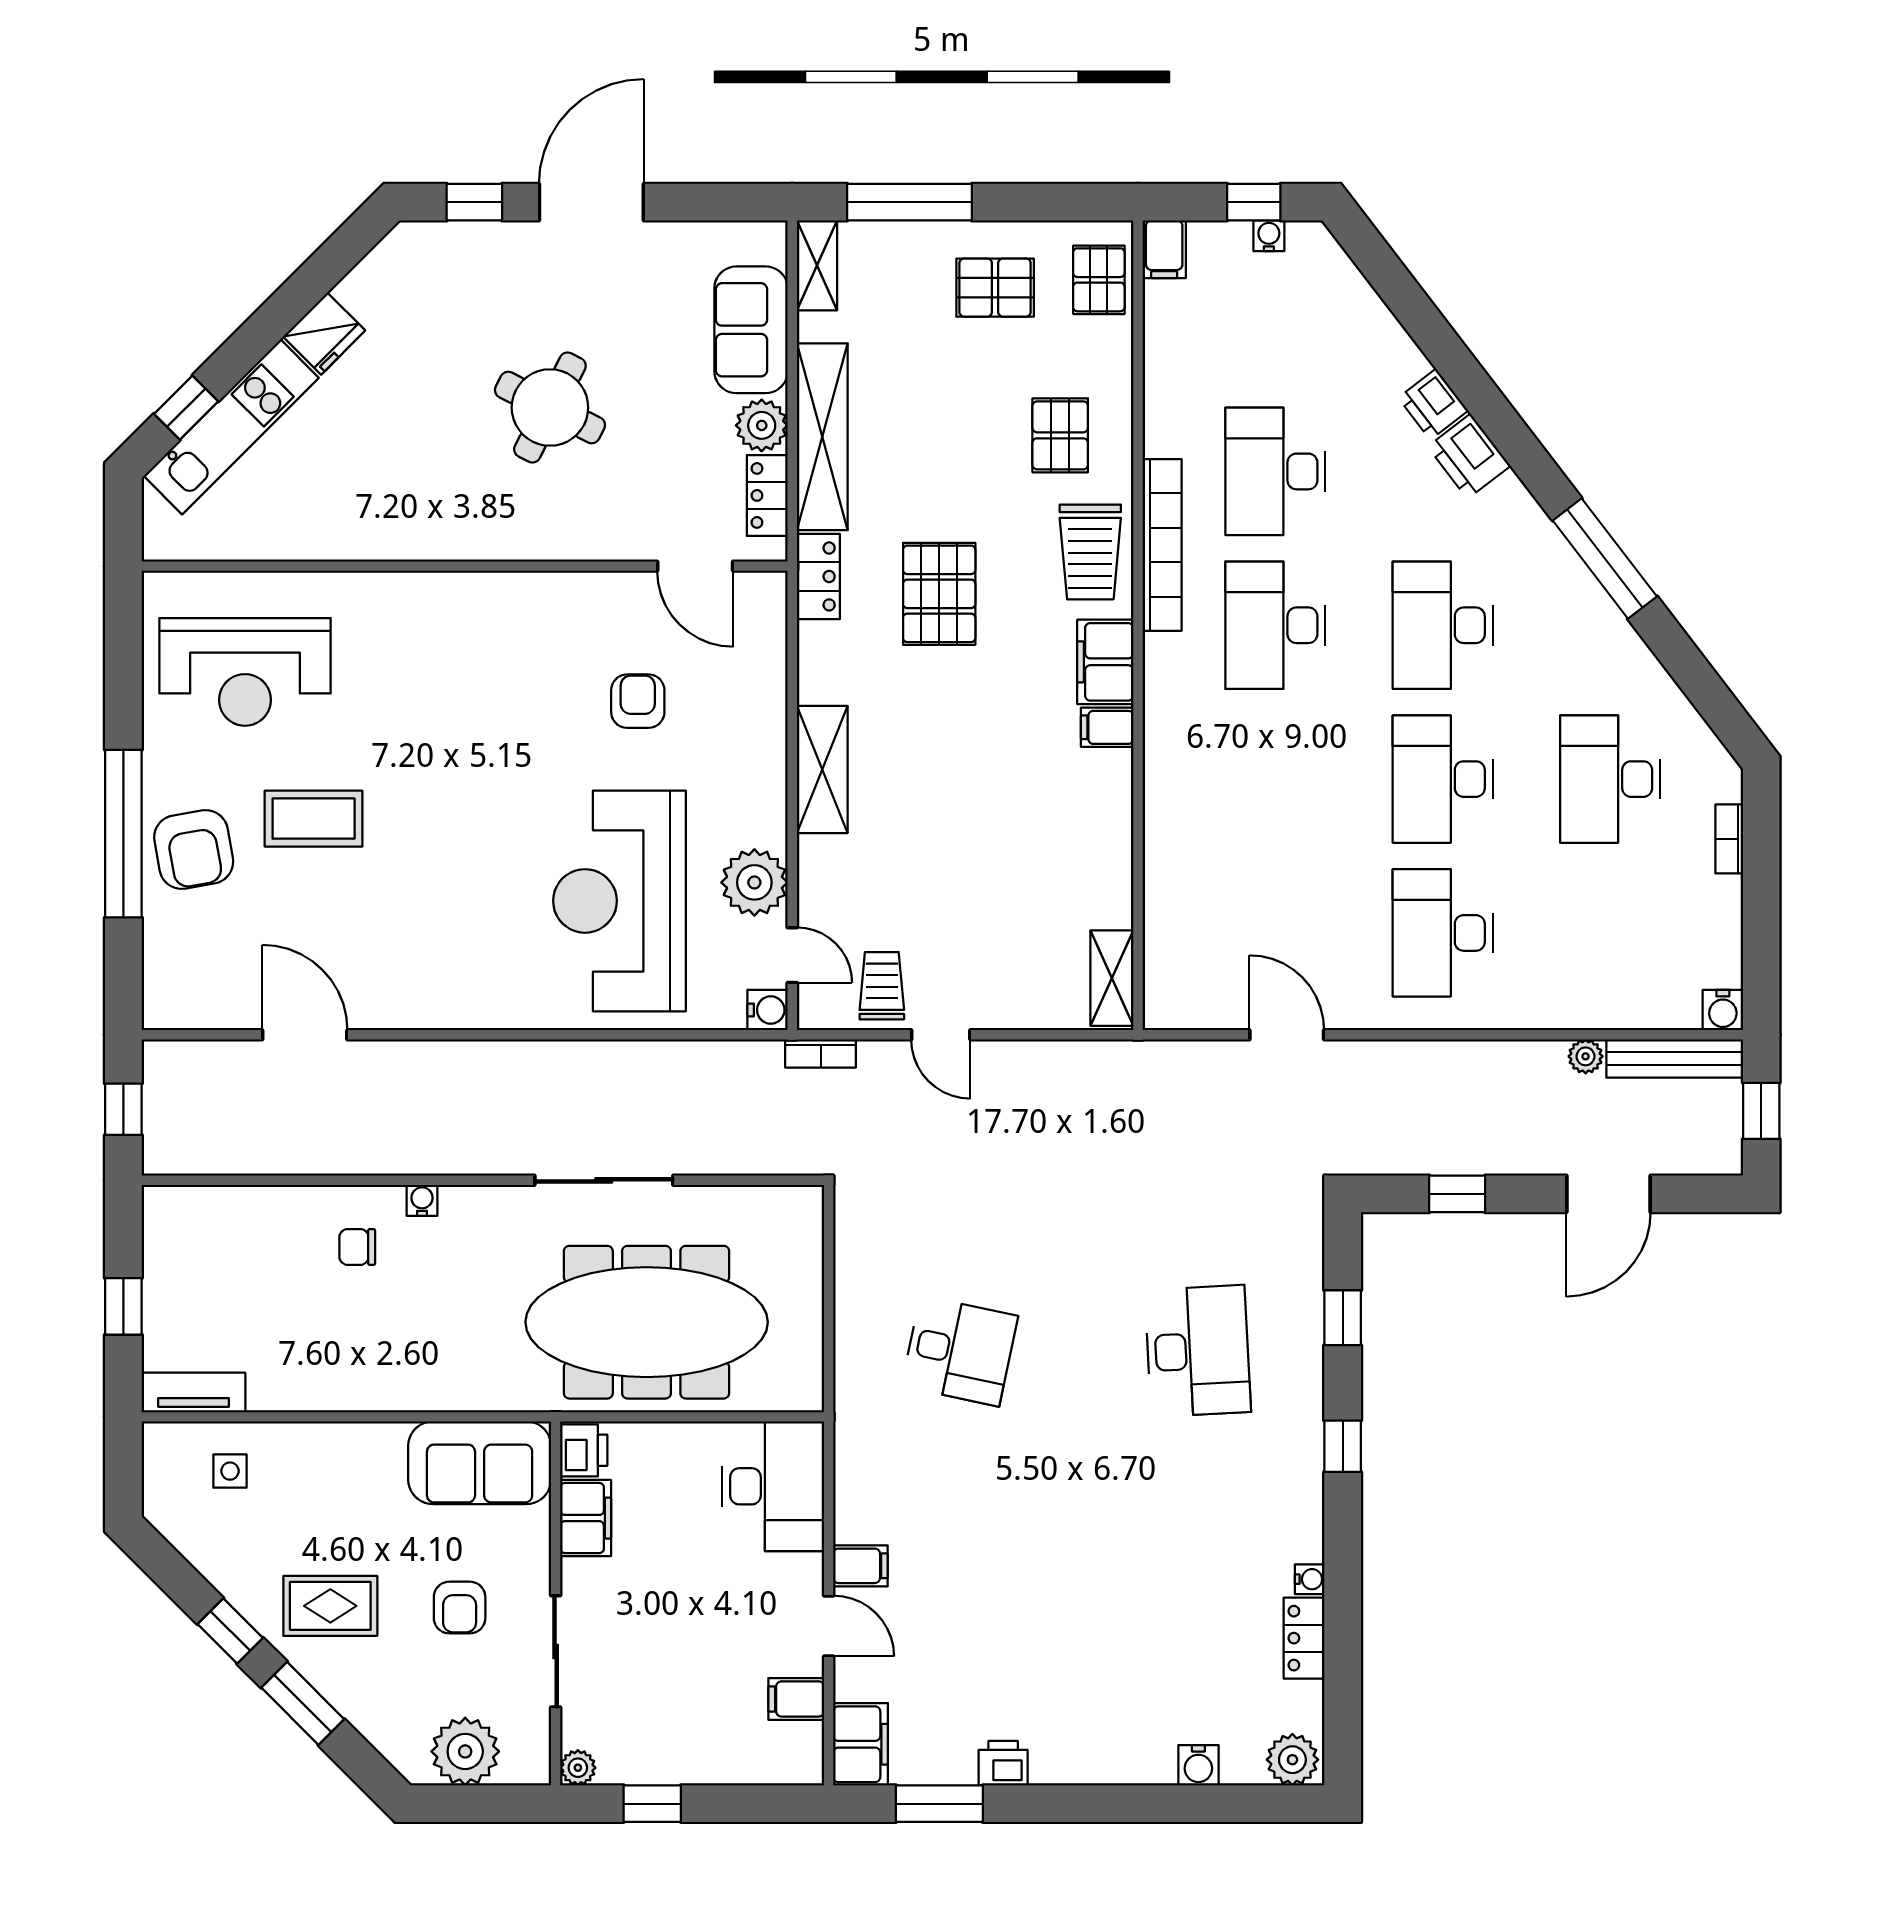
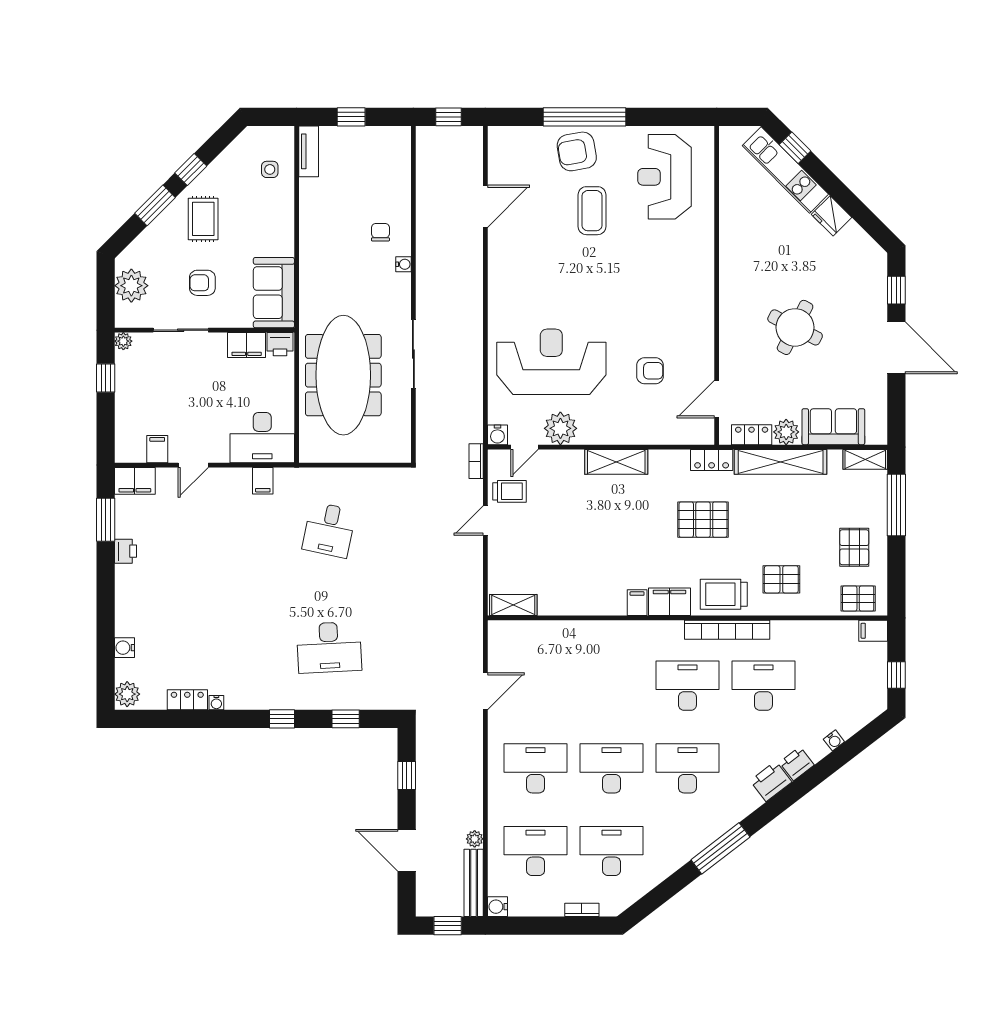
water cooler: (1269, 236) -> (834, 740), moved, turned 53
desk: (1610, 933) -> (536, 851), added
filing cabinet: (860, 1566) -> (263, 481), moved

